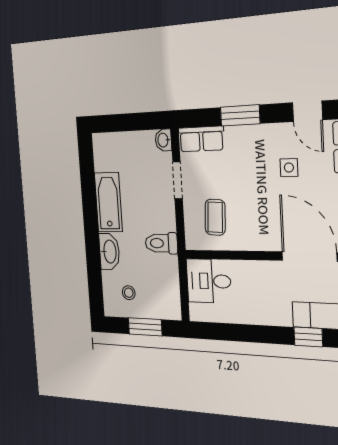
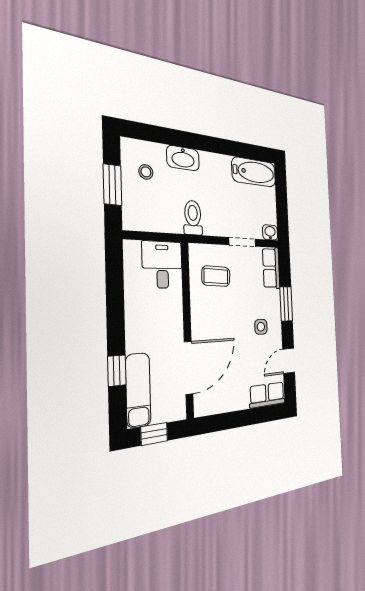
side table: (289, 168) -> (261, 327), moved
bathtub: (108, 202) -> (254, 172), moved

